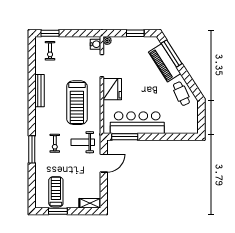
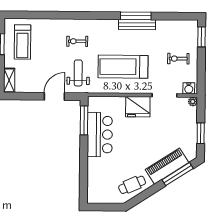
exercise bike: (50, 51) -> (178, 59), moved
bar counter: (137, 123) -> (100, 135), width x0.73
window: (32, 149) -> (136, 16), moved
door: (104, 163) -> (54, 96), swing flipped
treadmill: (56, 192) -> (22, 42), turned 90

